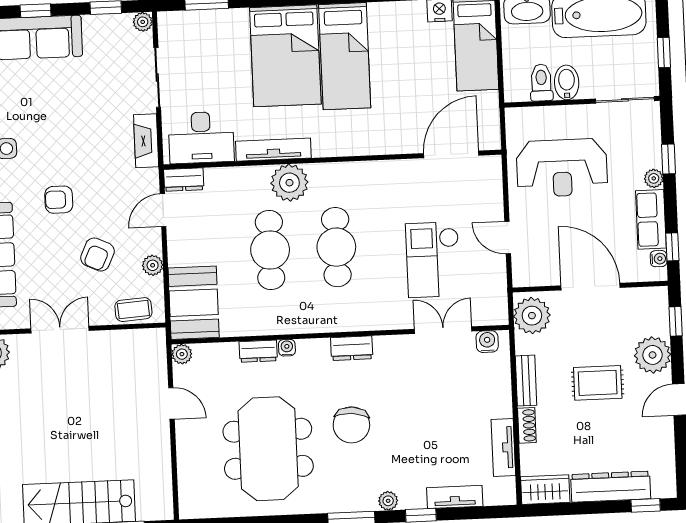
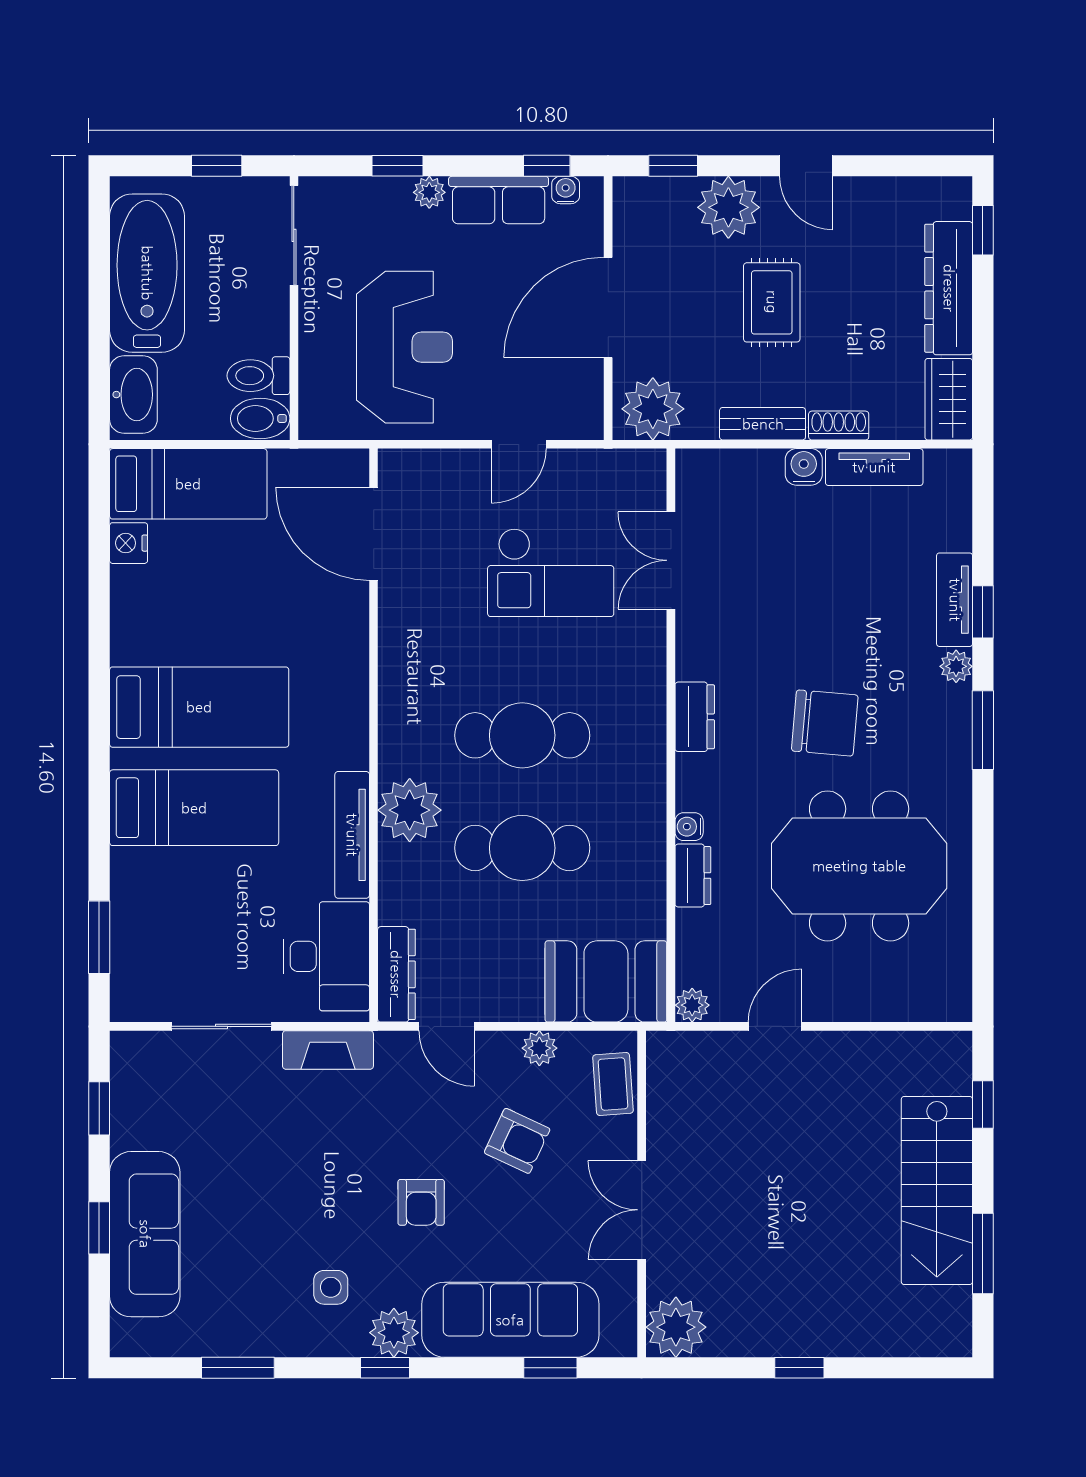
plant: (143, 22) -> (126, 1047), removed
bed: (285, 56) -> (194, 808), width x0.67
bidet: (567, 82) -> (260, 418), moved
dresser: (184, 180) -> (396, 974), width x1.44
water cooler: (487, 342) -> (804, 467), moved, turned 90
tv unit: (455, 497) -> (955, 600), moved

